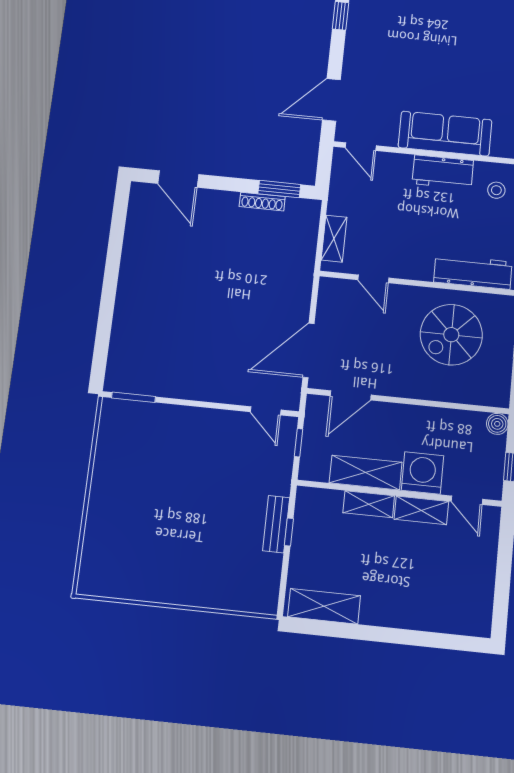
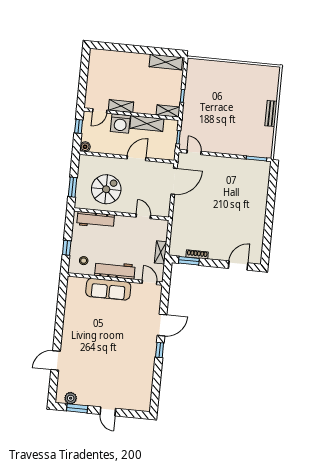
door: (331, 100) -> (162, 325), moved
workbench: (443, 172) -> (115, 270), width x1.37
door: (178, 179) -> (238, 266), hinge flipped
shelving: (334, 239) -> (161, 252), moved
door: (351, 395) -> (137, 158), moved
door: (467, 500) -> (100, 111), swing flipped
shelving: (369, 504) -> (168, 111), moved
bench: (276, 524) -> (271, 114), moved

